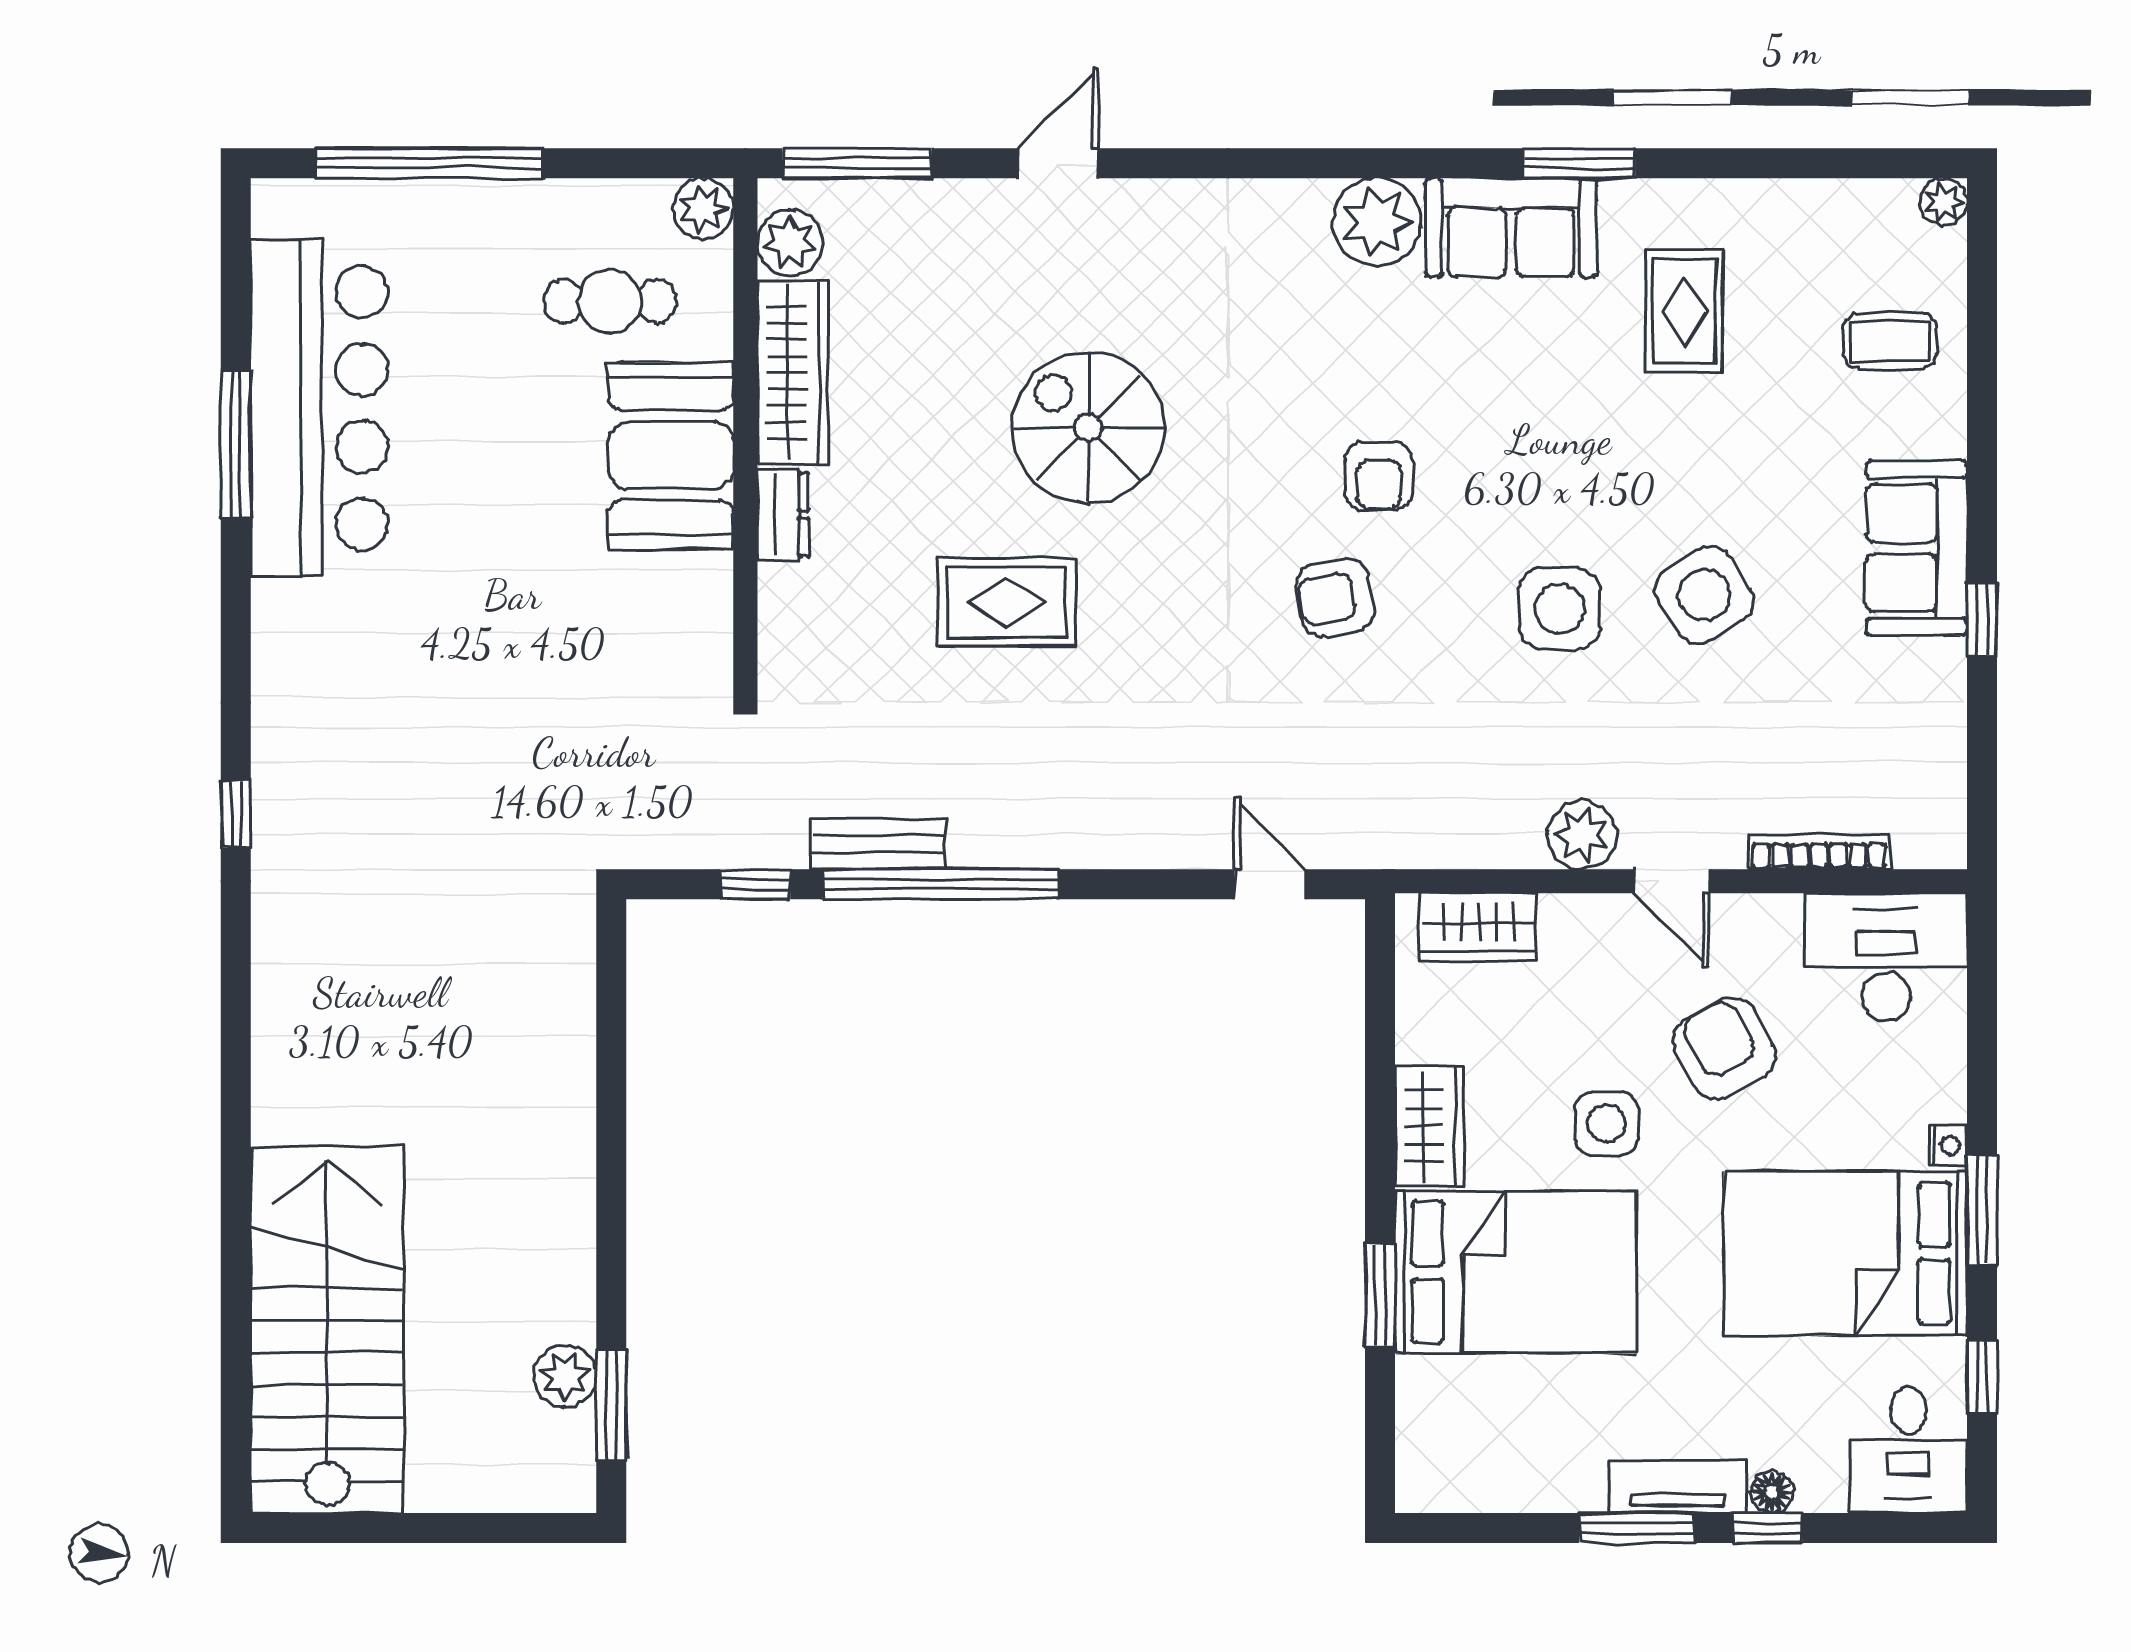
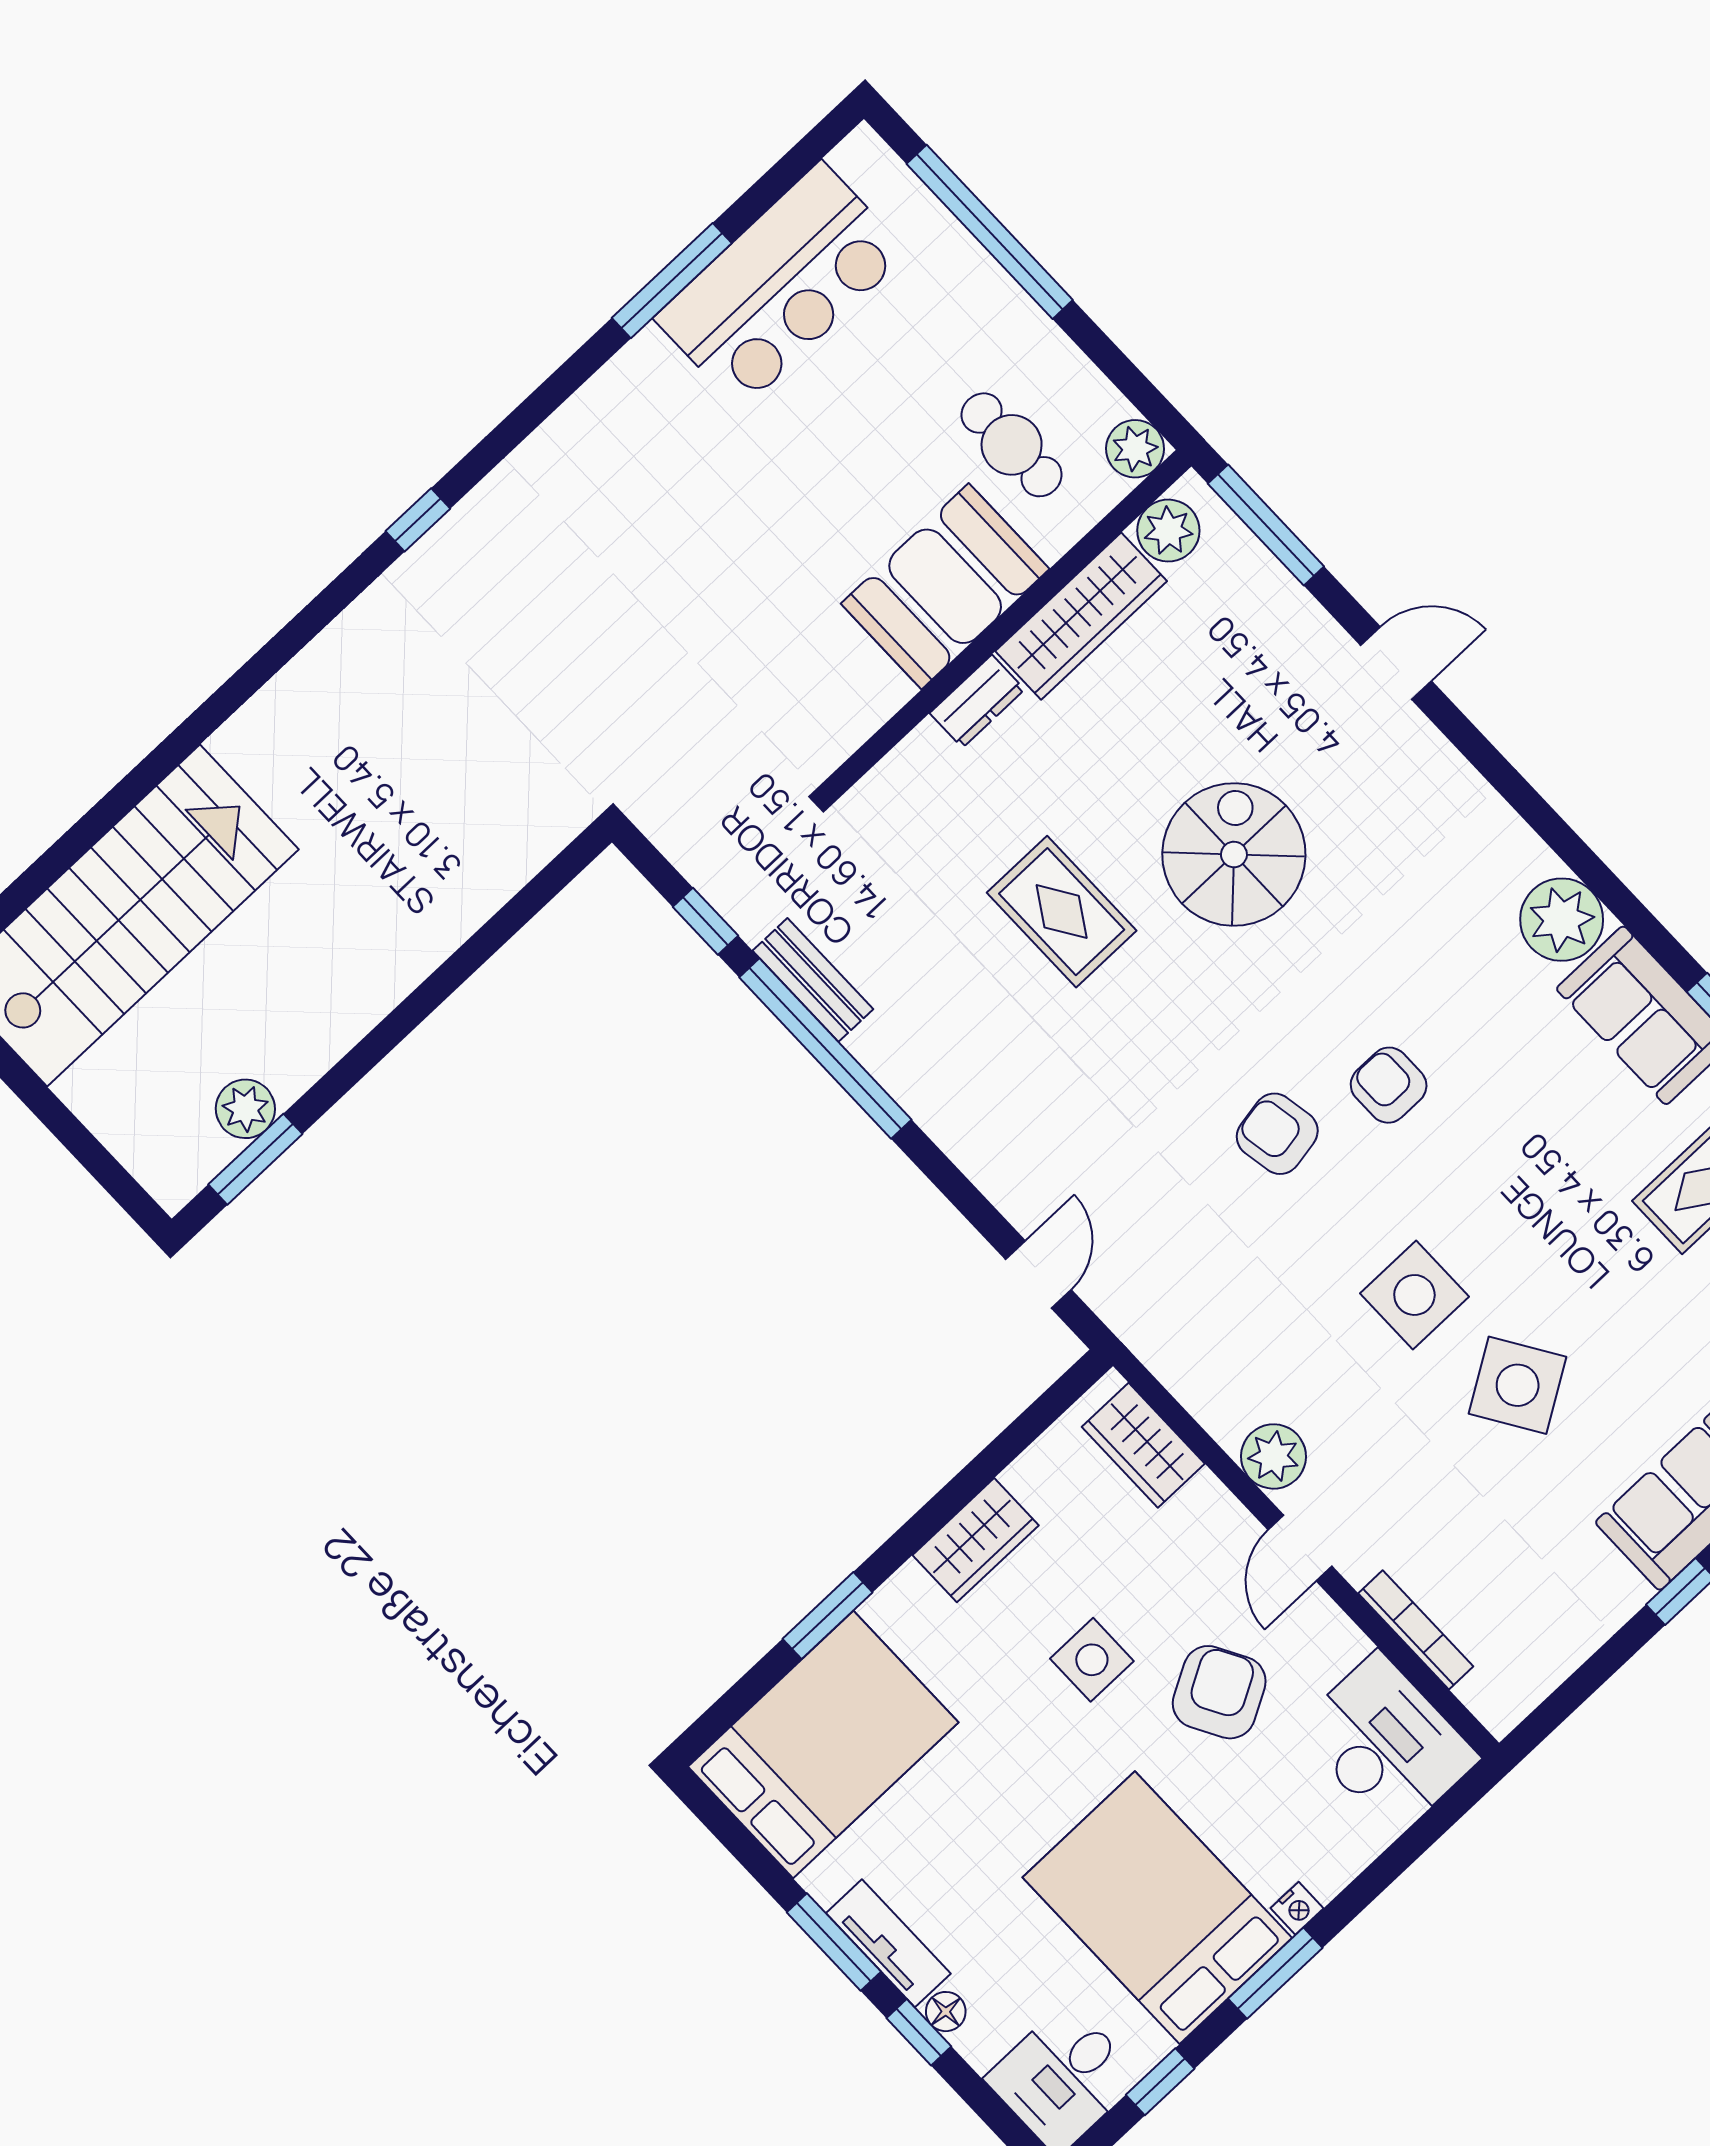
bar counter: (319, 408) -> (781, 286), width x0.73
armchair: (1379, 476) -> (1389, 1085), turned 90
bed: (1516, 1272) -> (823, 1744), moved, turned -90

